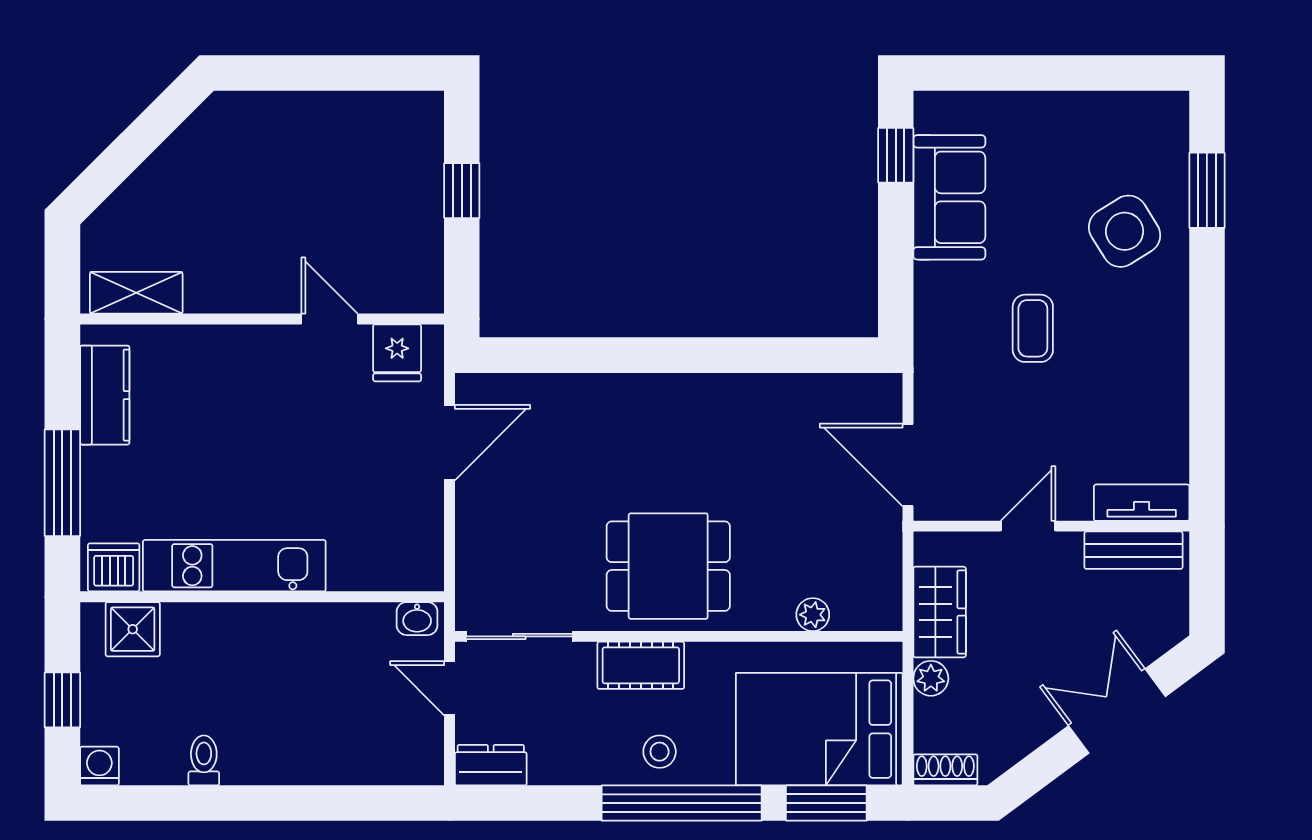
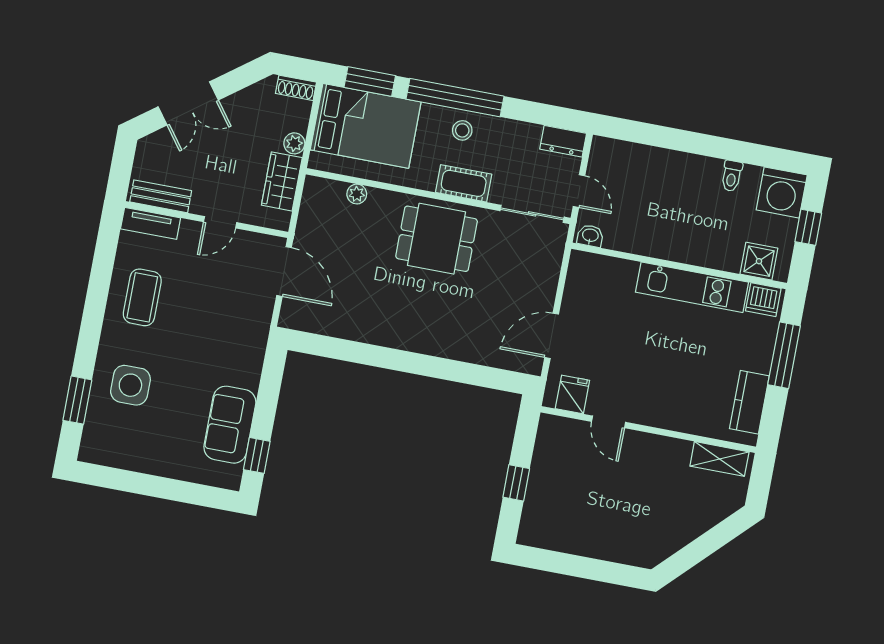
side table: (1125, 231) -> (130, 385), turned 32
coffee table: (1033, 328) -> (142, 297), moved, width x1.36, depth x1.30
washing machine: (99, 766) -> (782, 192), width x1.89, depth x1.89

